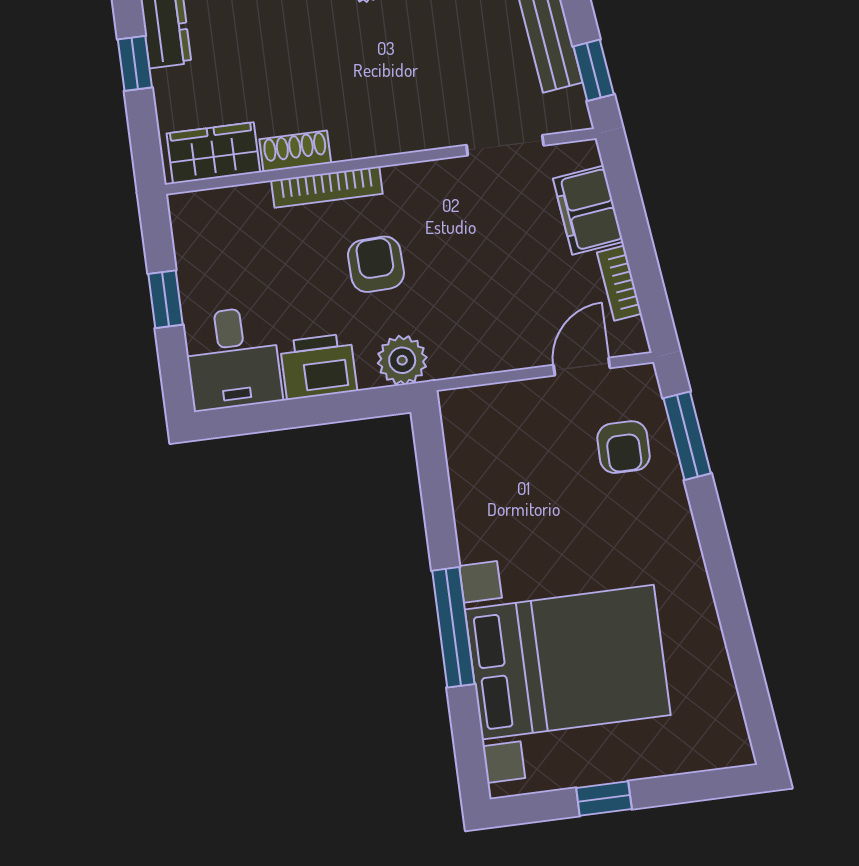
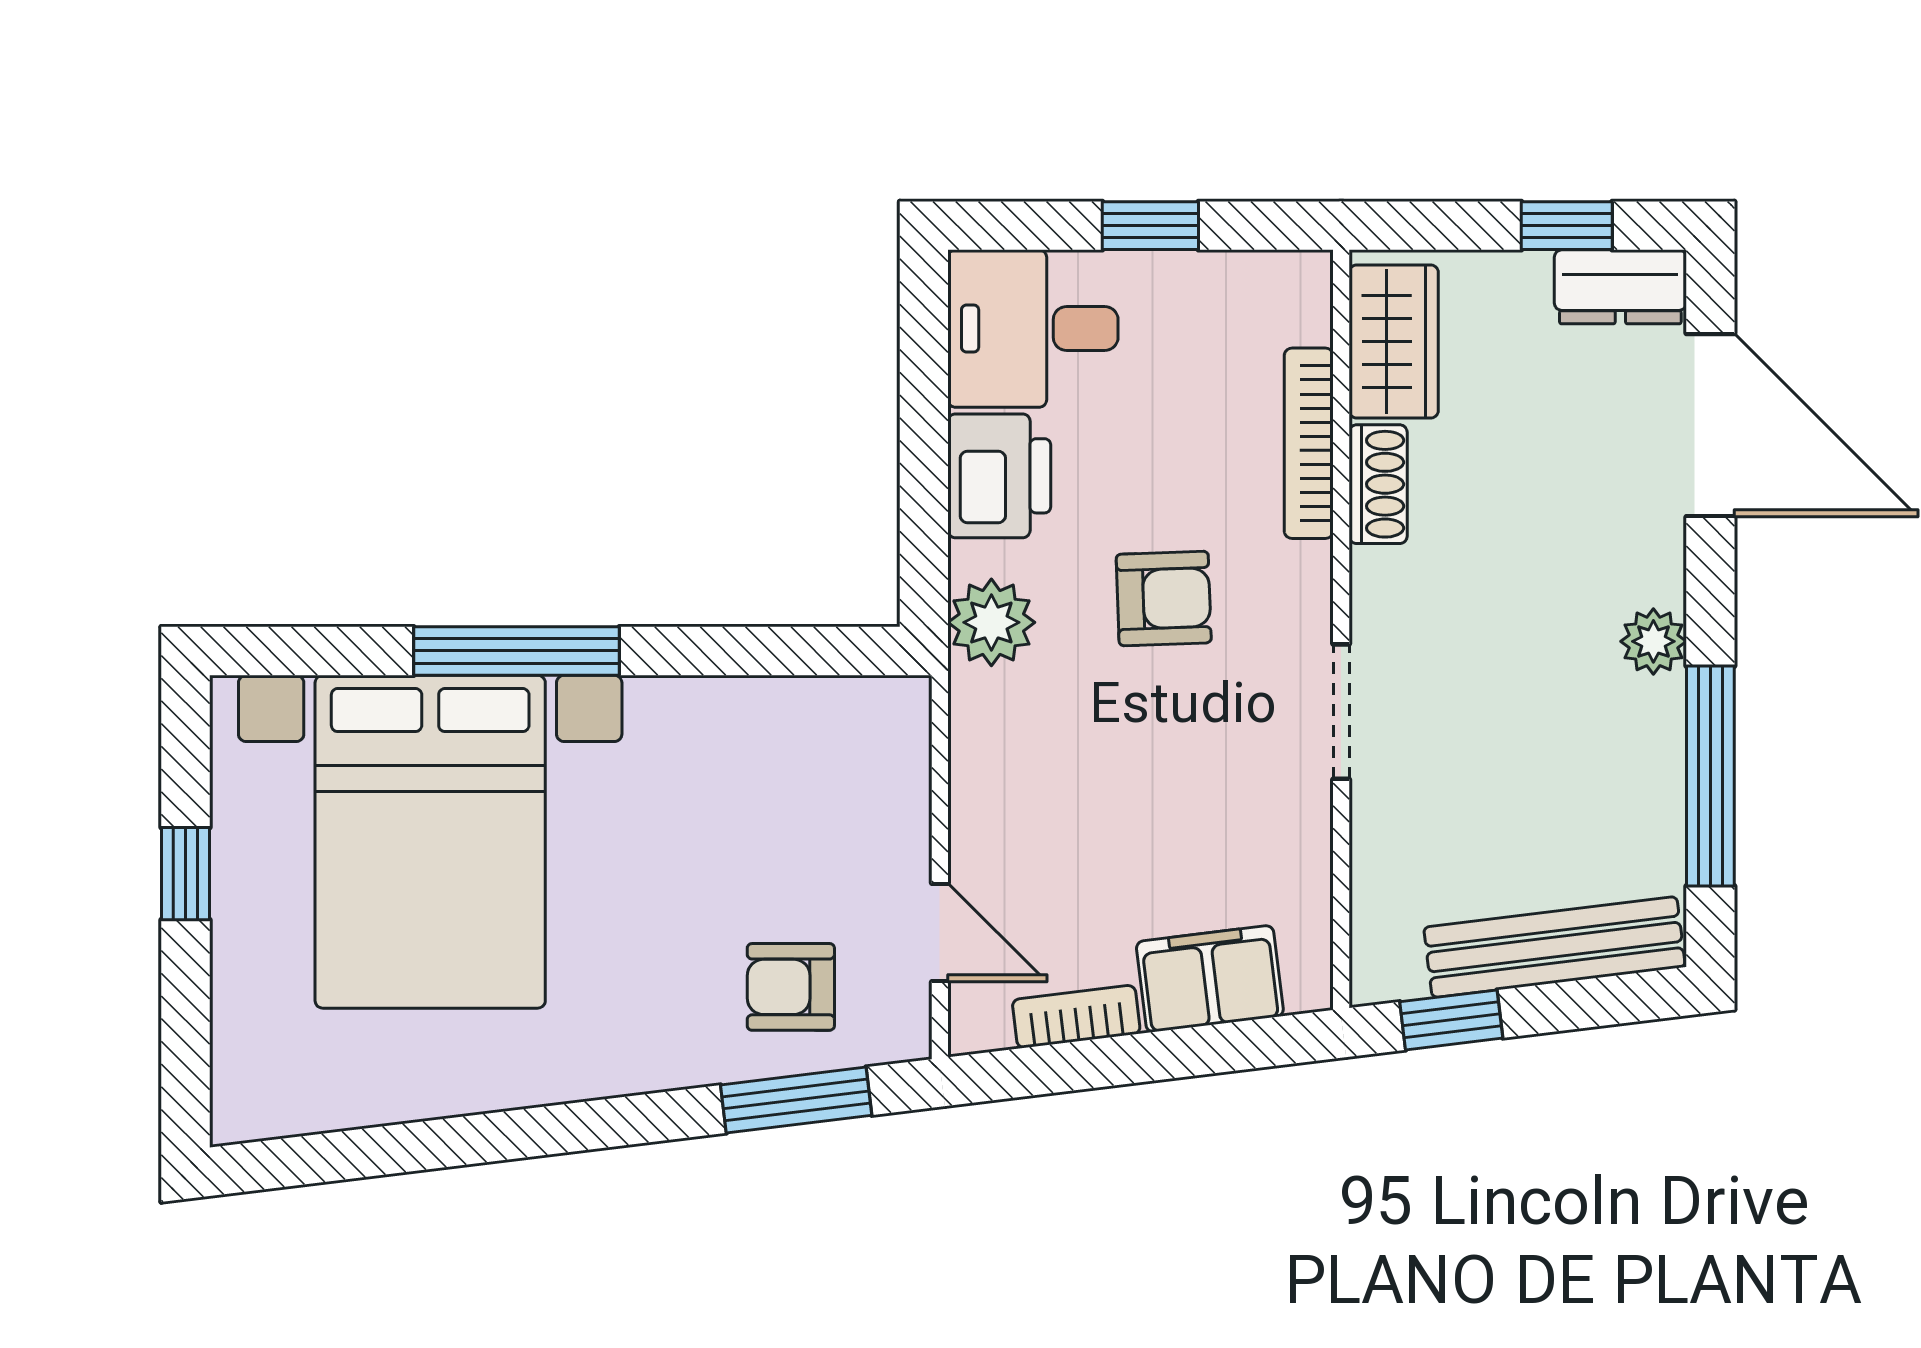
doorway: (505, 145) -> (1341, 712), moved
bookcase: (327, 187) -> (1309, 443), moved

